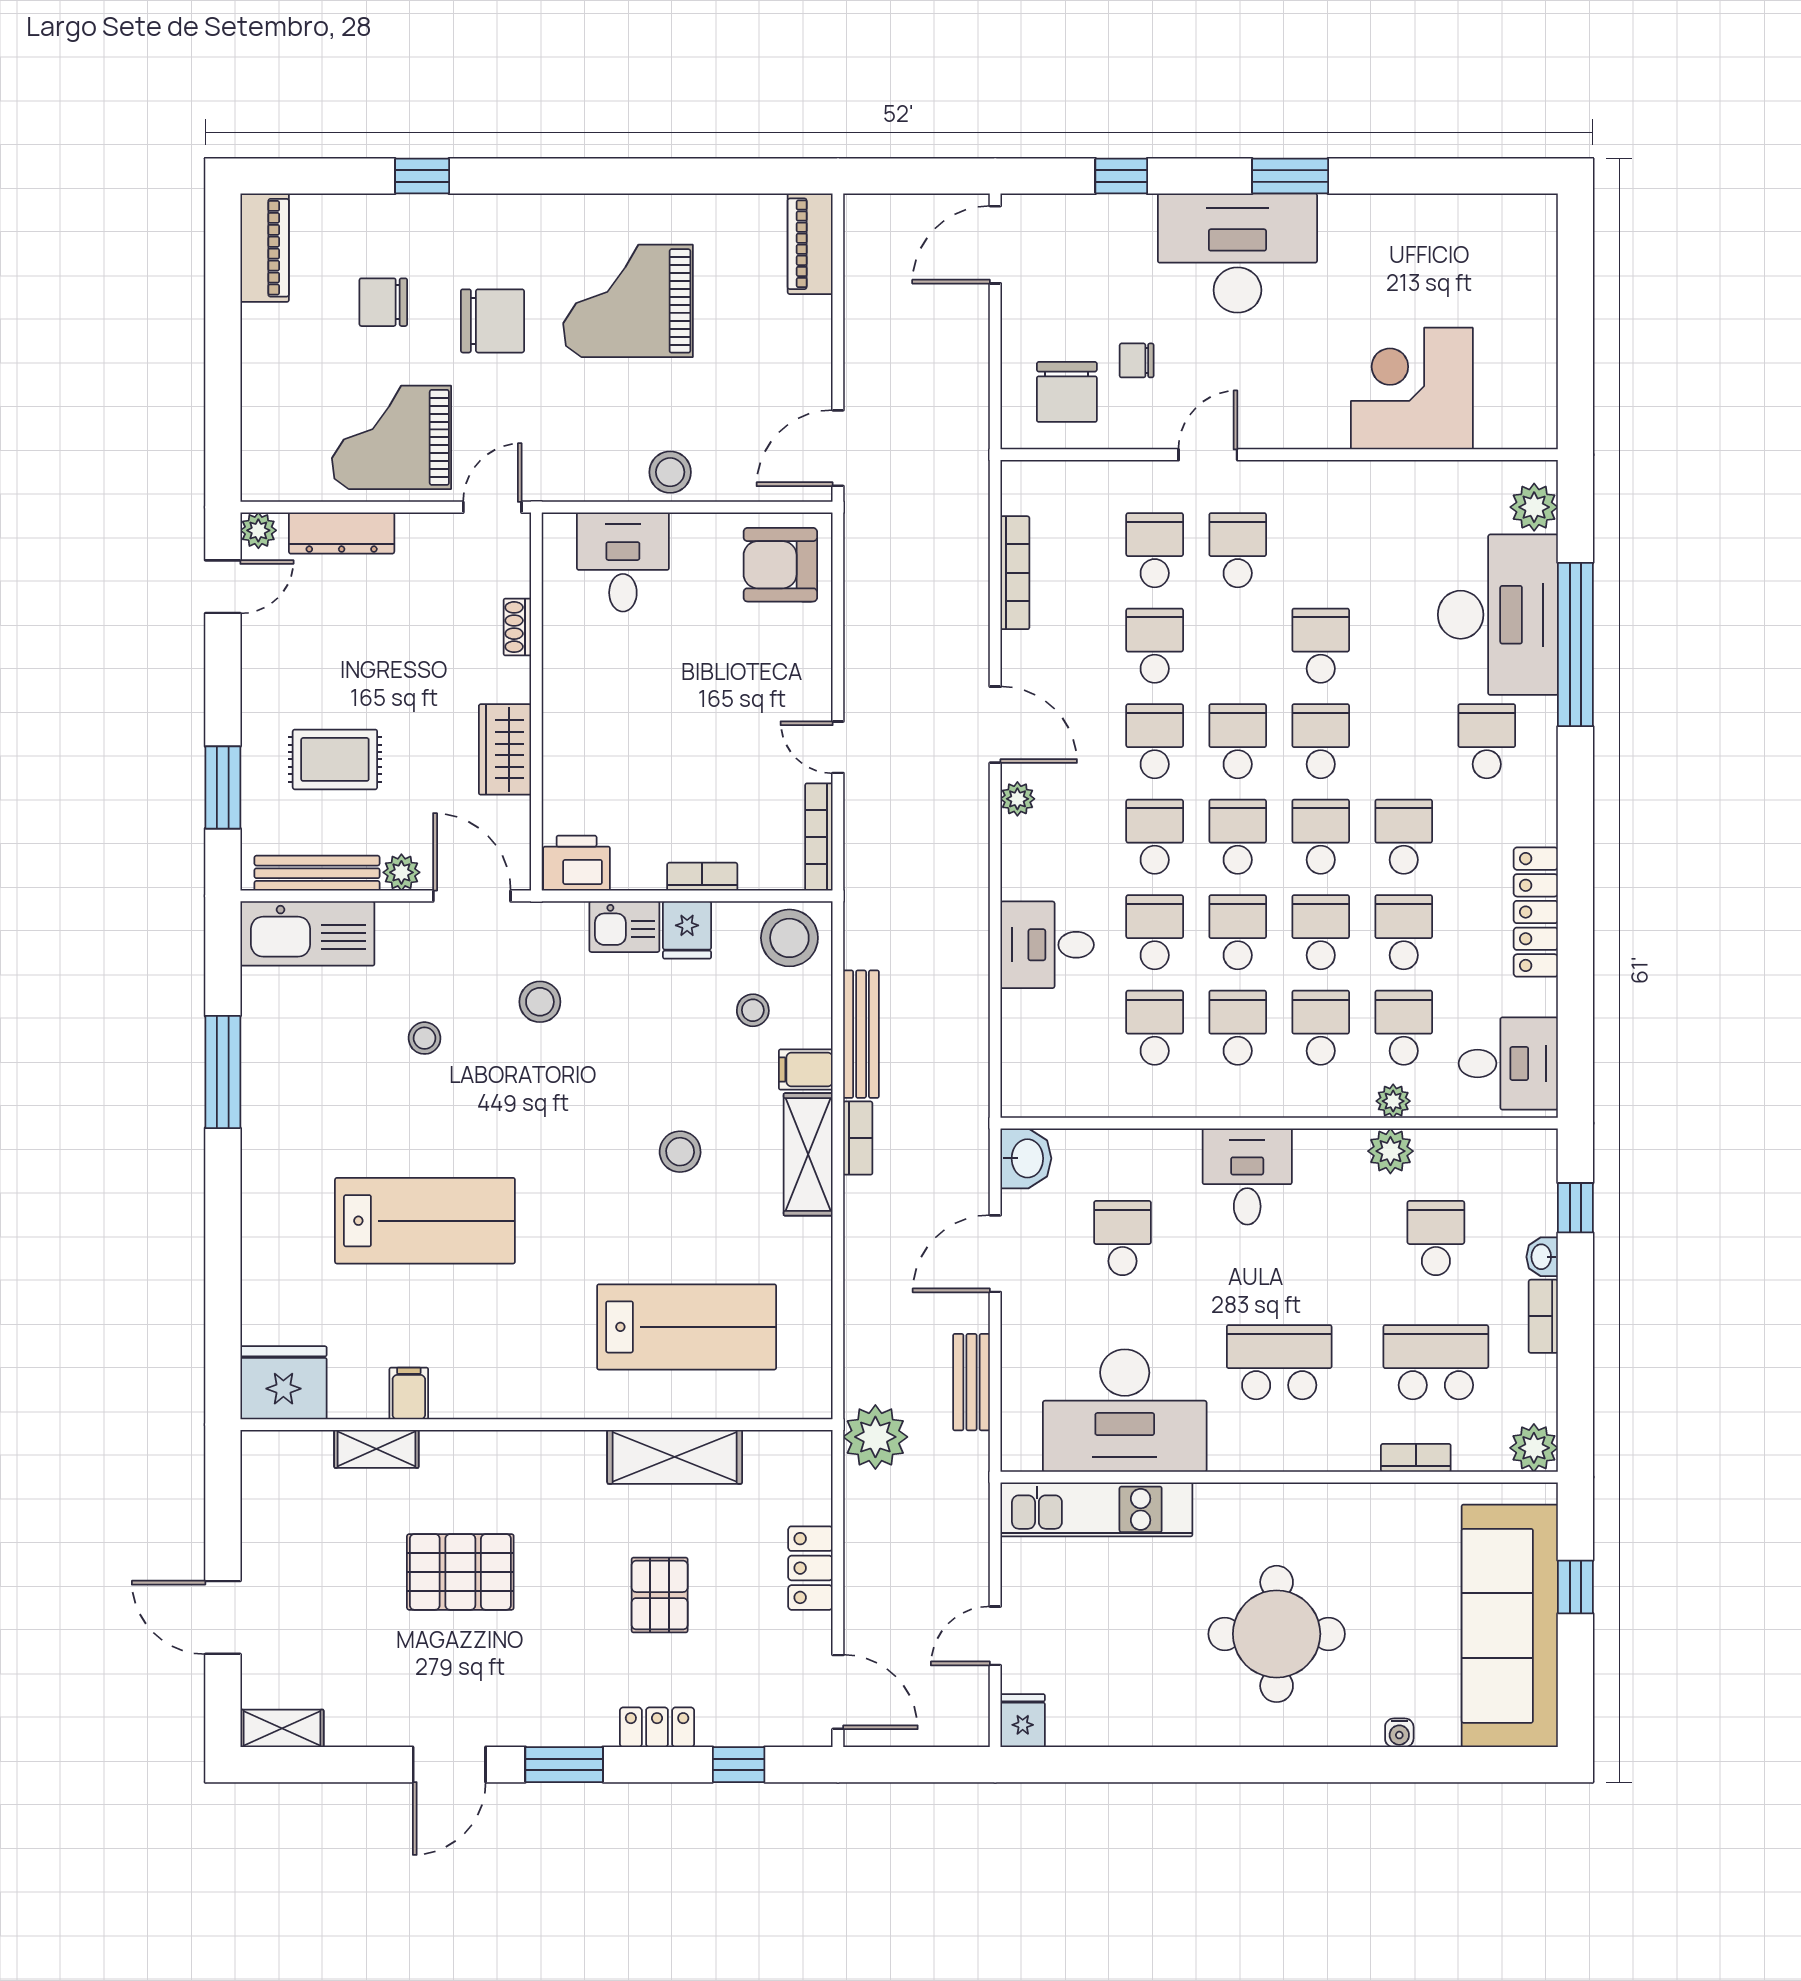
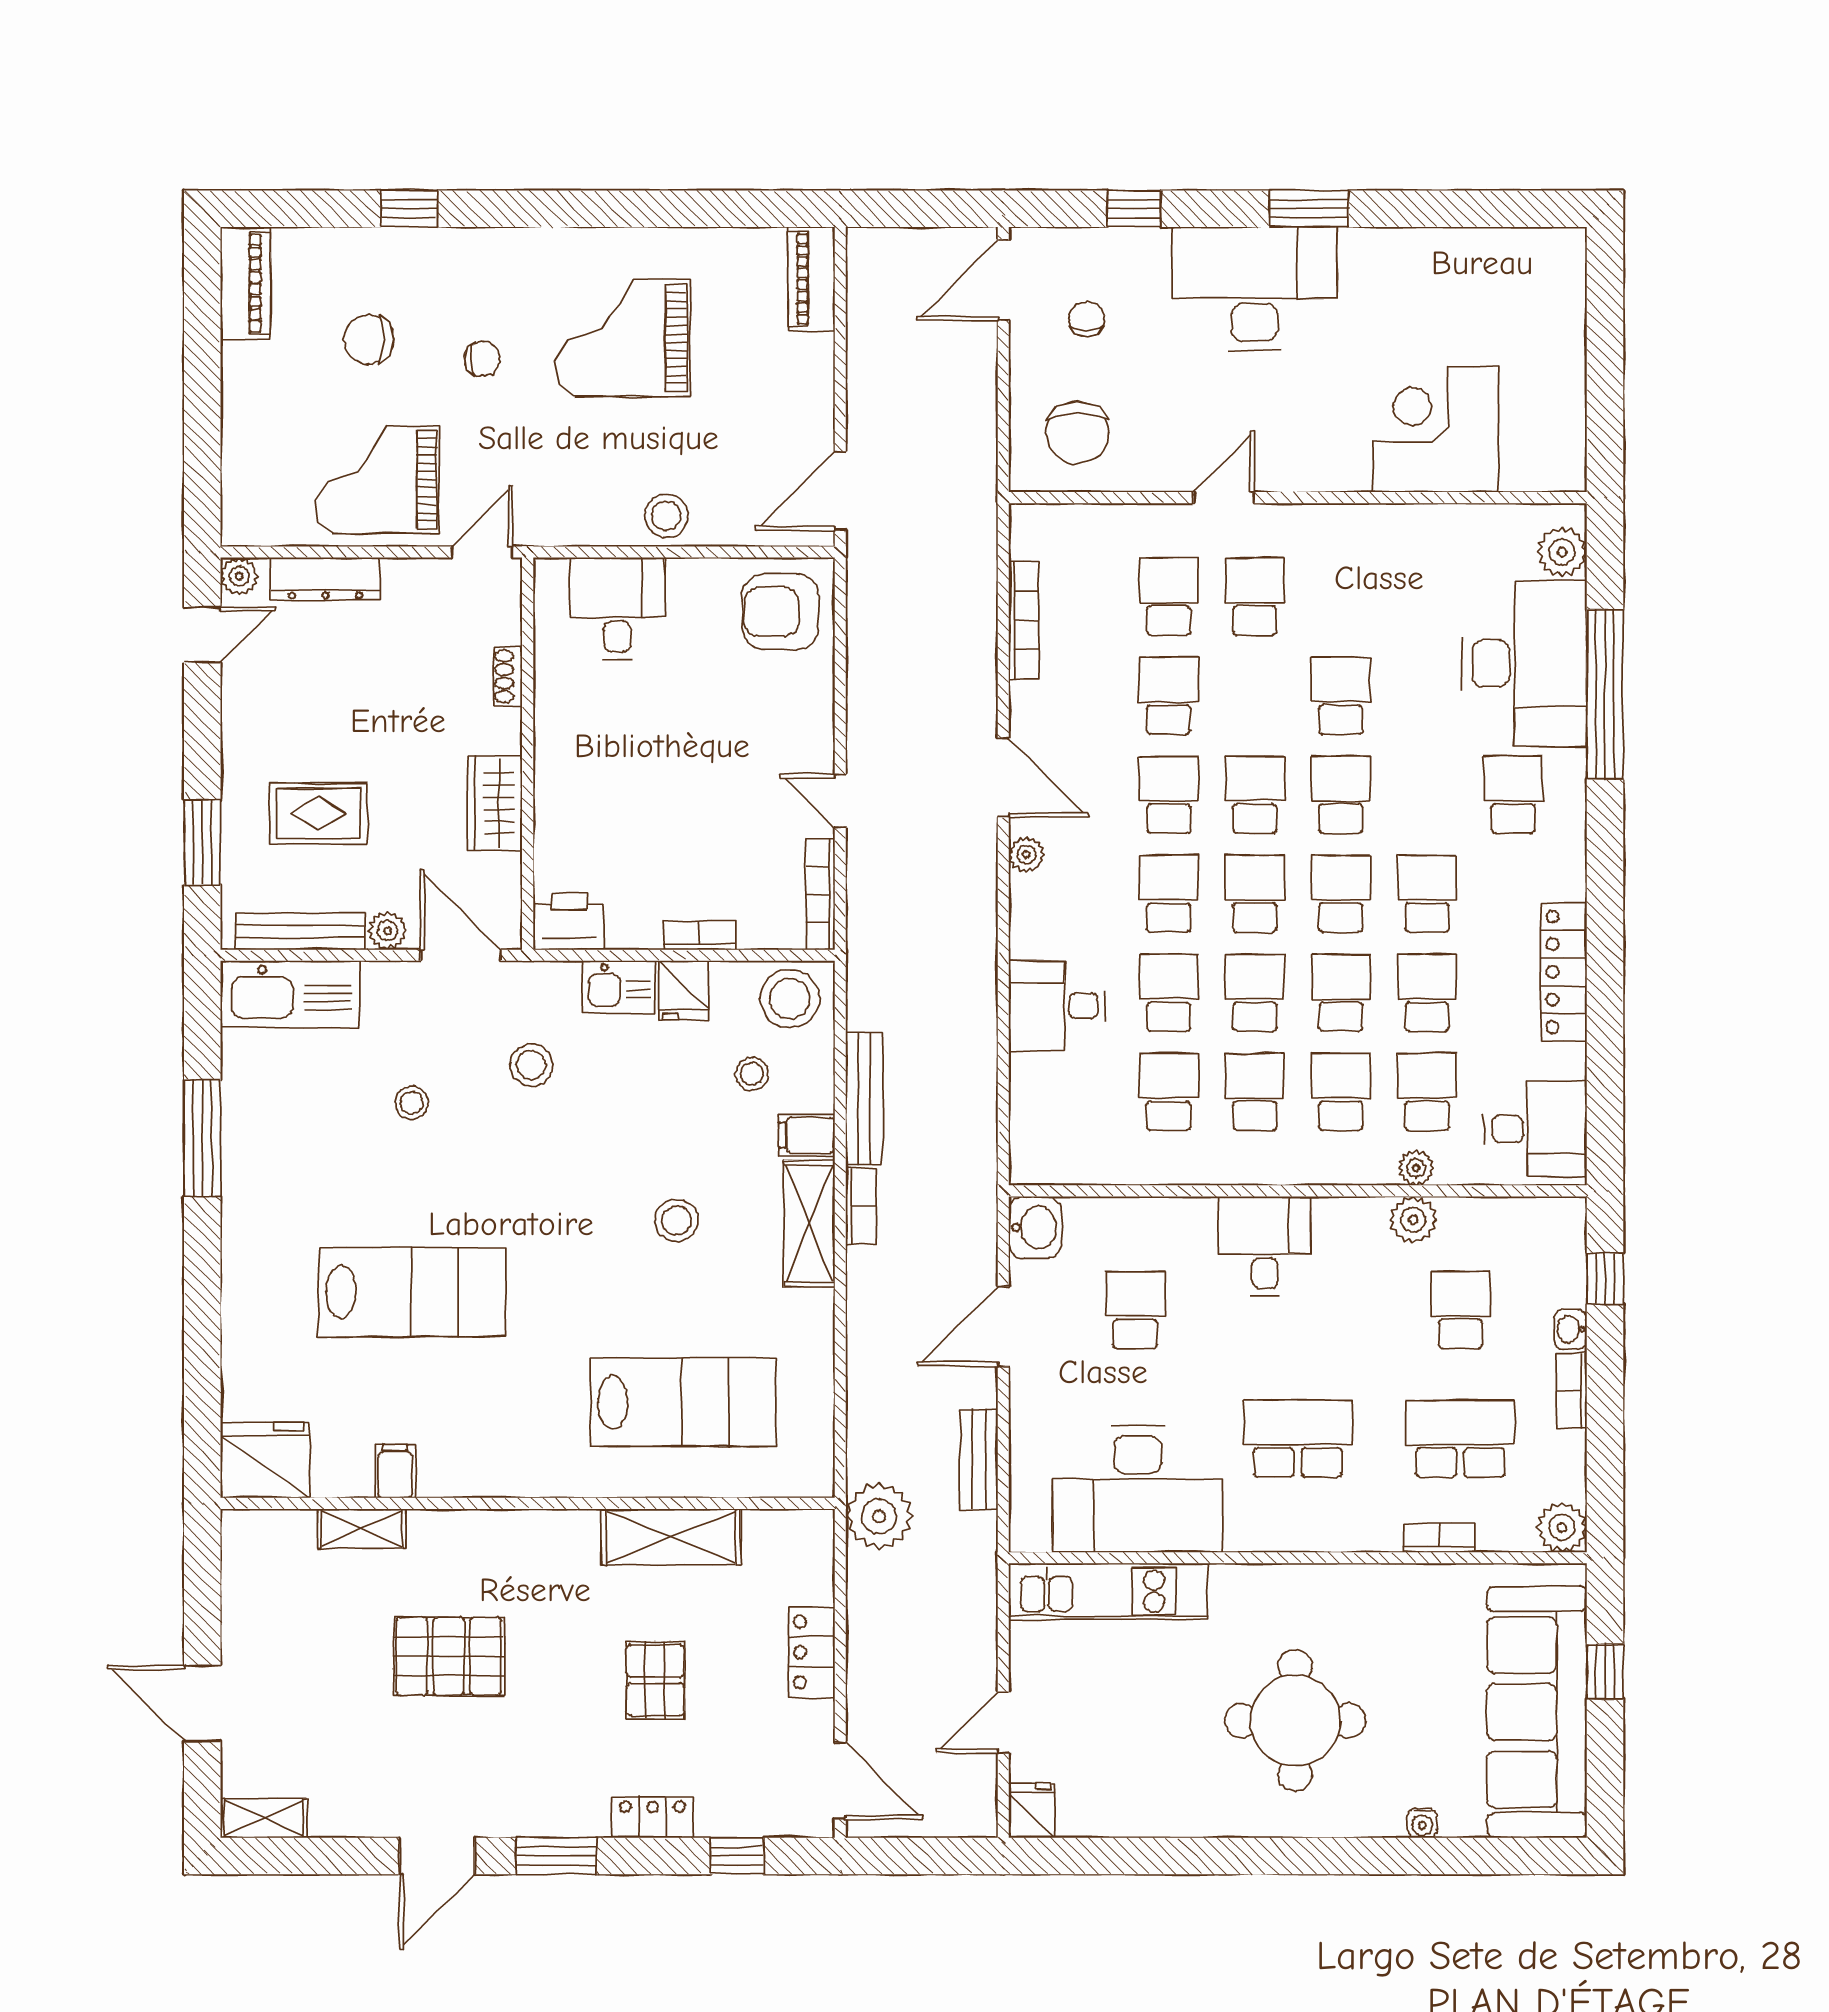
chair: (492, 321) -> (482, 359), width x0.54, depth x0.54
chair: (1137, 360) -> (1086, 319), moved, turned 90

